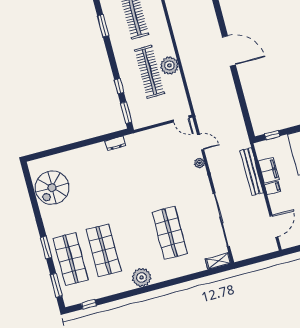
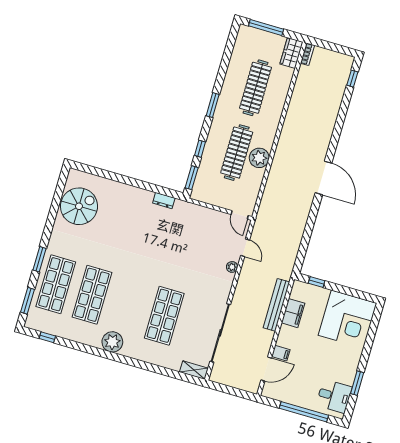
window: (103, 26) -> (213, 105), moved
spiral stairs: (52, 188) -> (79, 206), turned 180
filing cabinet: (273, 188) -> (281, 353), moved

